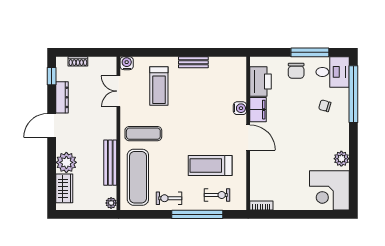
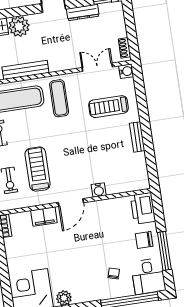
shoe rack: (78, 61) -> (124, 48), moved
printer: (260, 81) -> (143, 208), moved, turned 90
filing cabinet: (258, 110) -> (44, 217), moved

